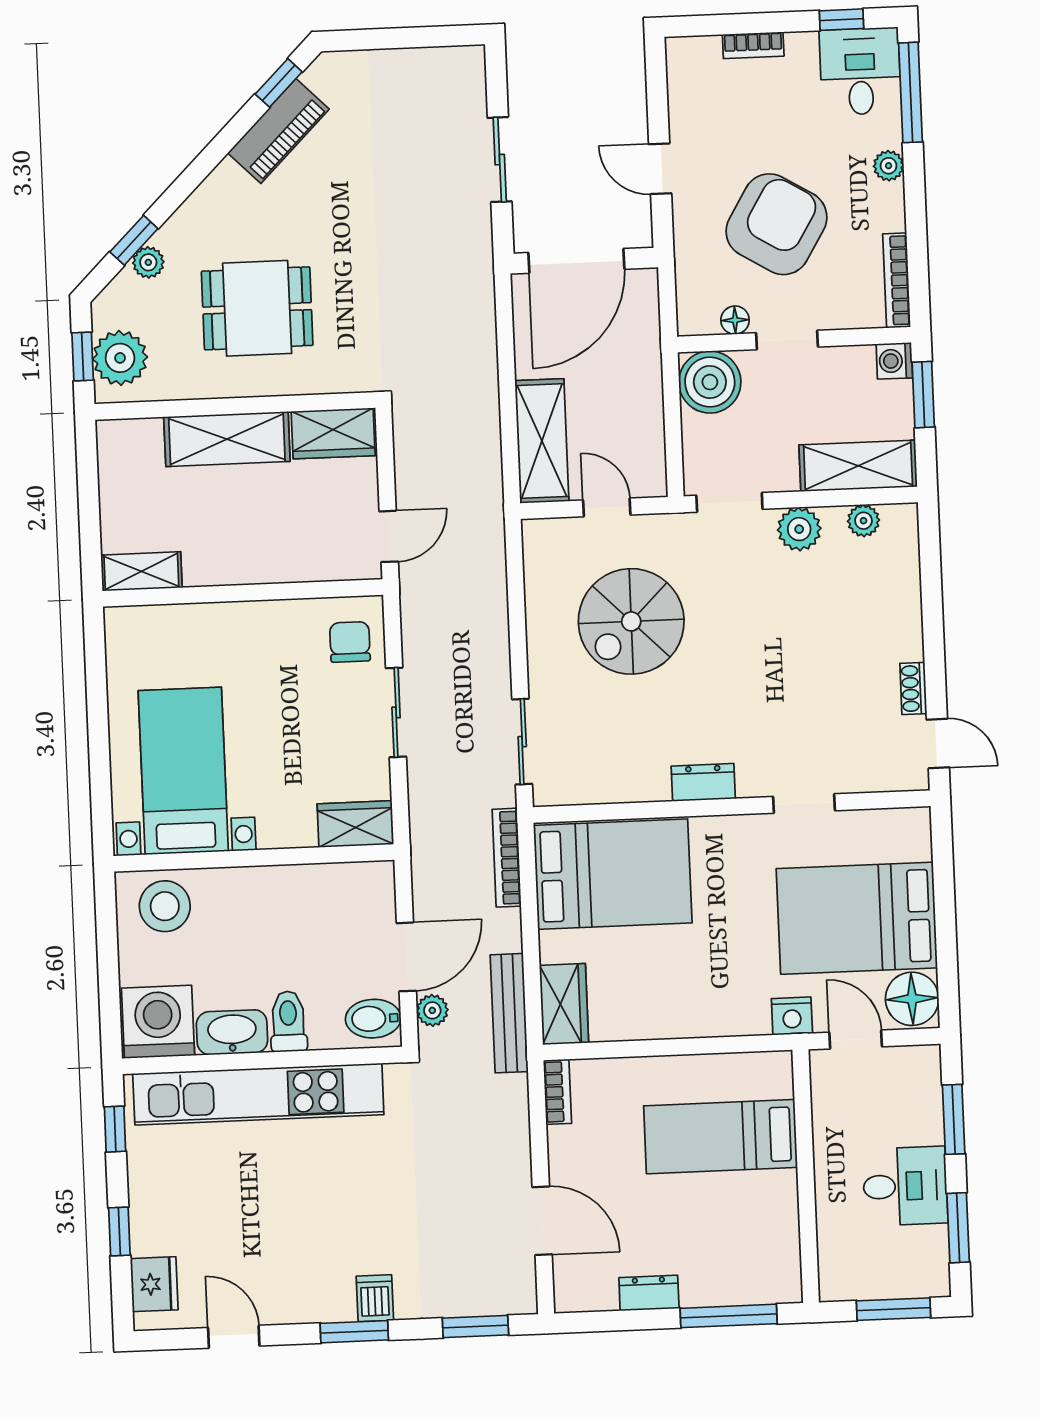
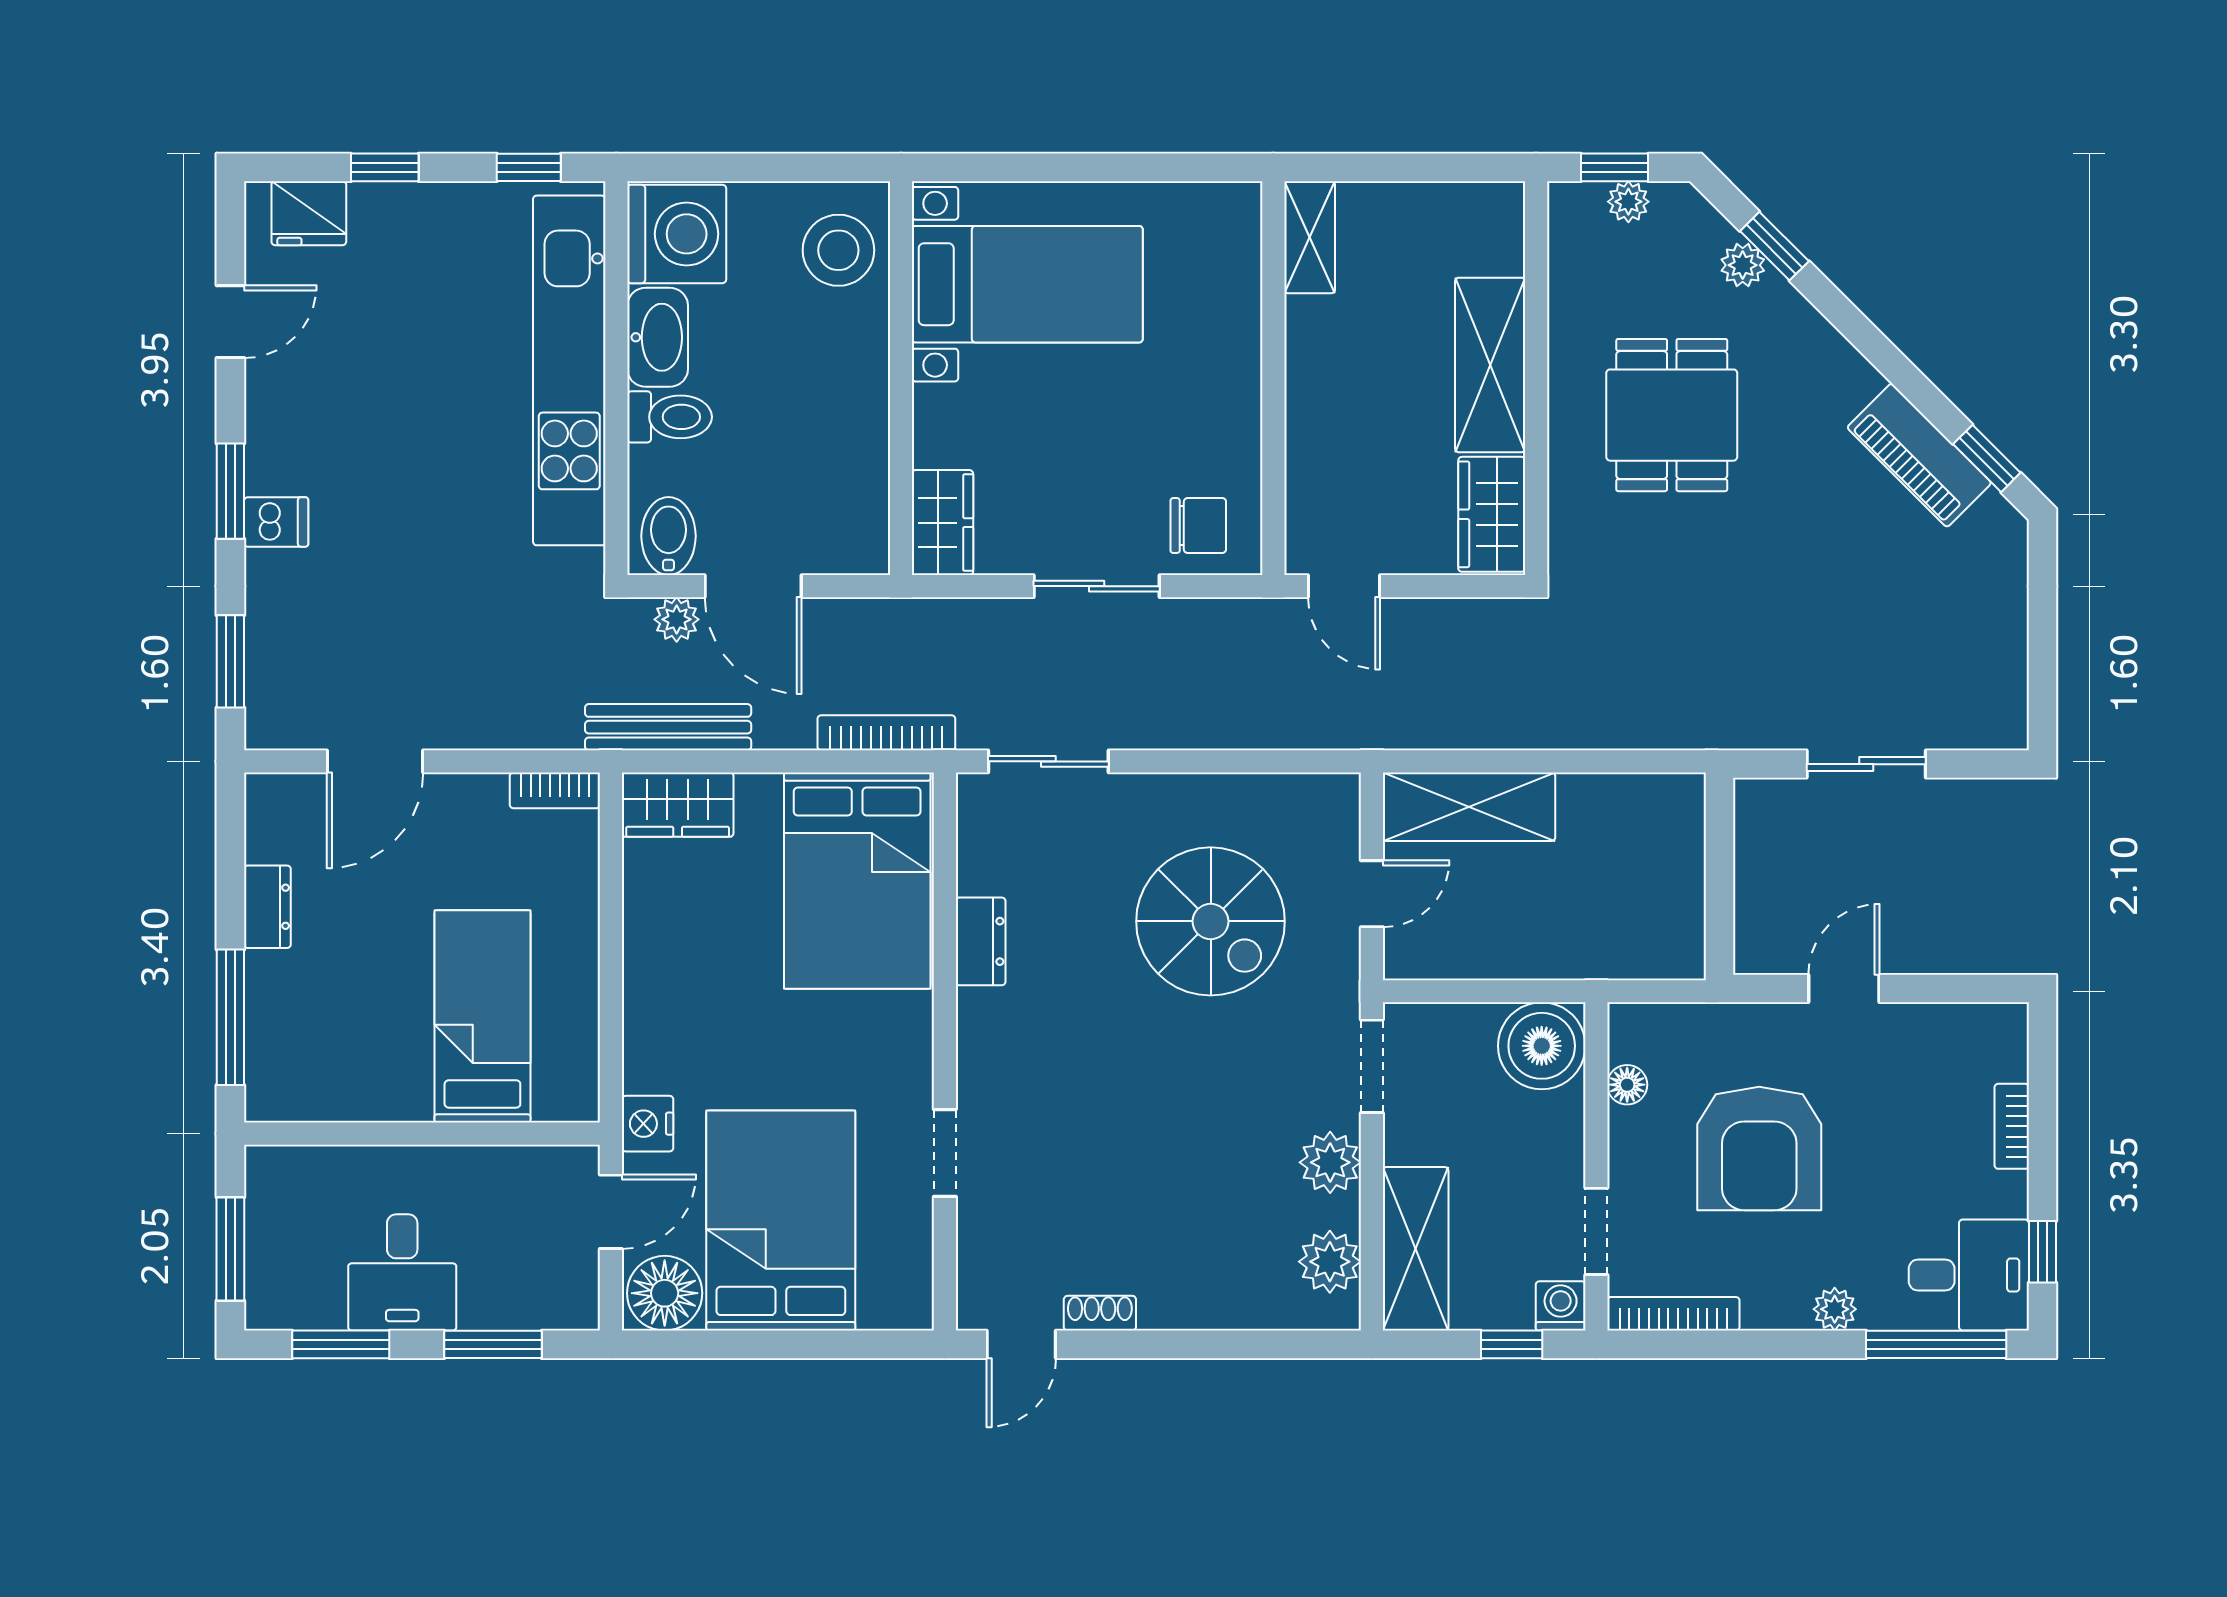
armchair: (776, 224) -> (1759, 1149), turned 59
door: (576, 261) -> (1719, 866), removed
doorway: (787, 340) -> (1596, 1231), moved
plant: (120, 358) -> (1628, 202), width x0.53, depth x0.53
window: (923, 395) -> (1512, 1344), width x0.67
plant: (863, 521) -> (1330, 1262), width x1.38, depth x1.38
spiral stairs: (631, 621) -> (1211, 921), turned 180
dresser: (703, 782) -> (981, 941), moved

